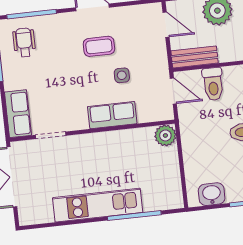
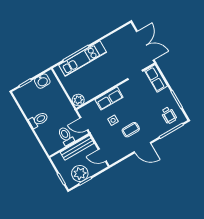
bench: (195, 57) -> (77, 148), width x1.36
kitchen unit: (98, 205) -> (83, 59), moved

